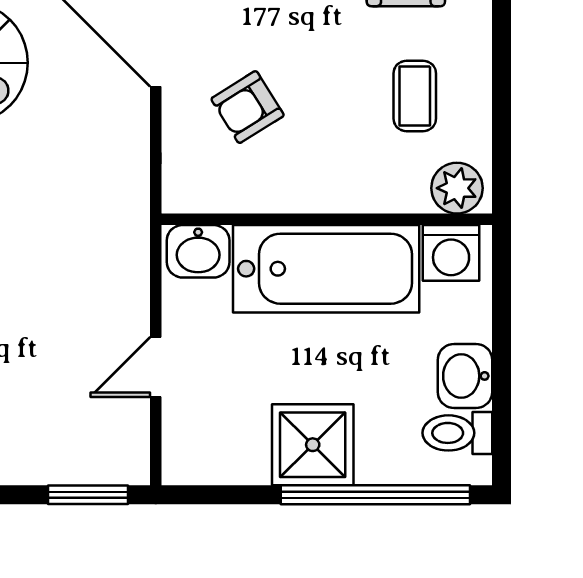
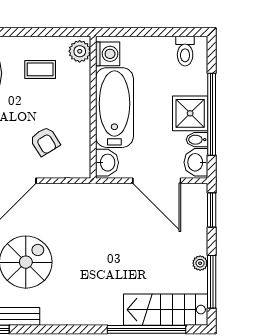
door: (156, 367) -> (157, 181), width x1.87
washbasin: (465, 376) -> (196, 162), moved, turned 90
bidet: (252, 461) -> (197, 140), added
window: (375, 495) -> (212, 114), moved

